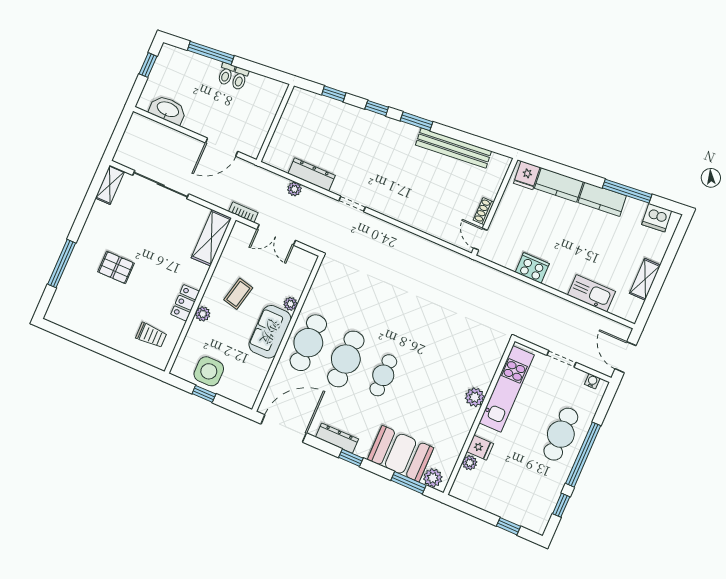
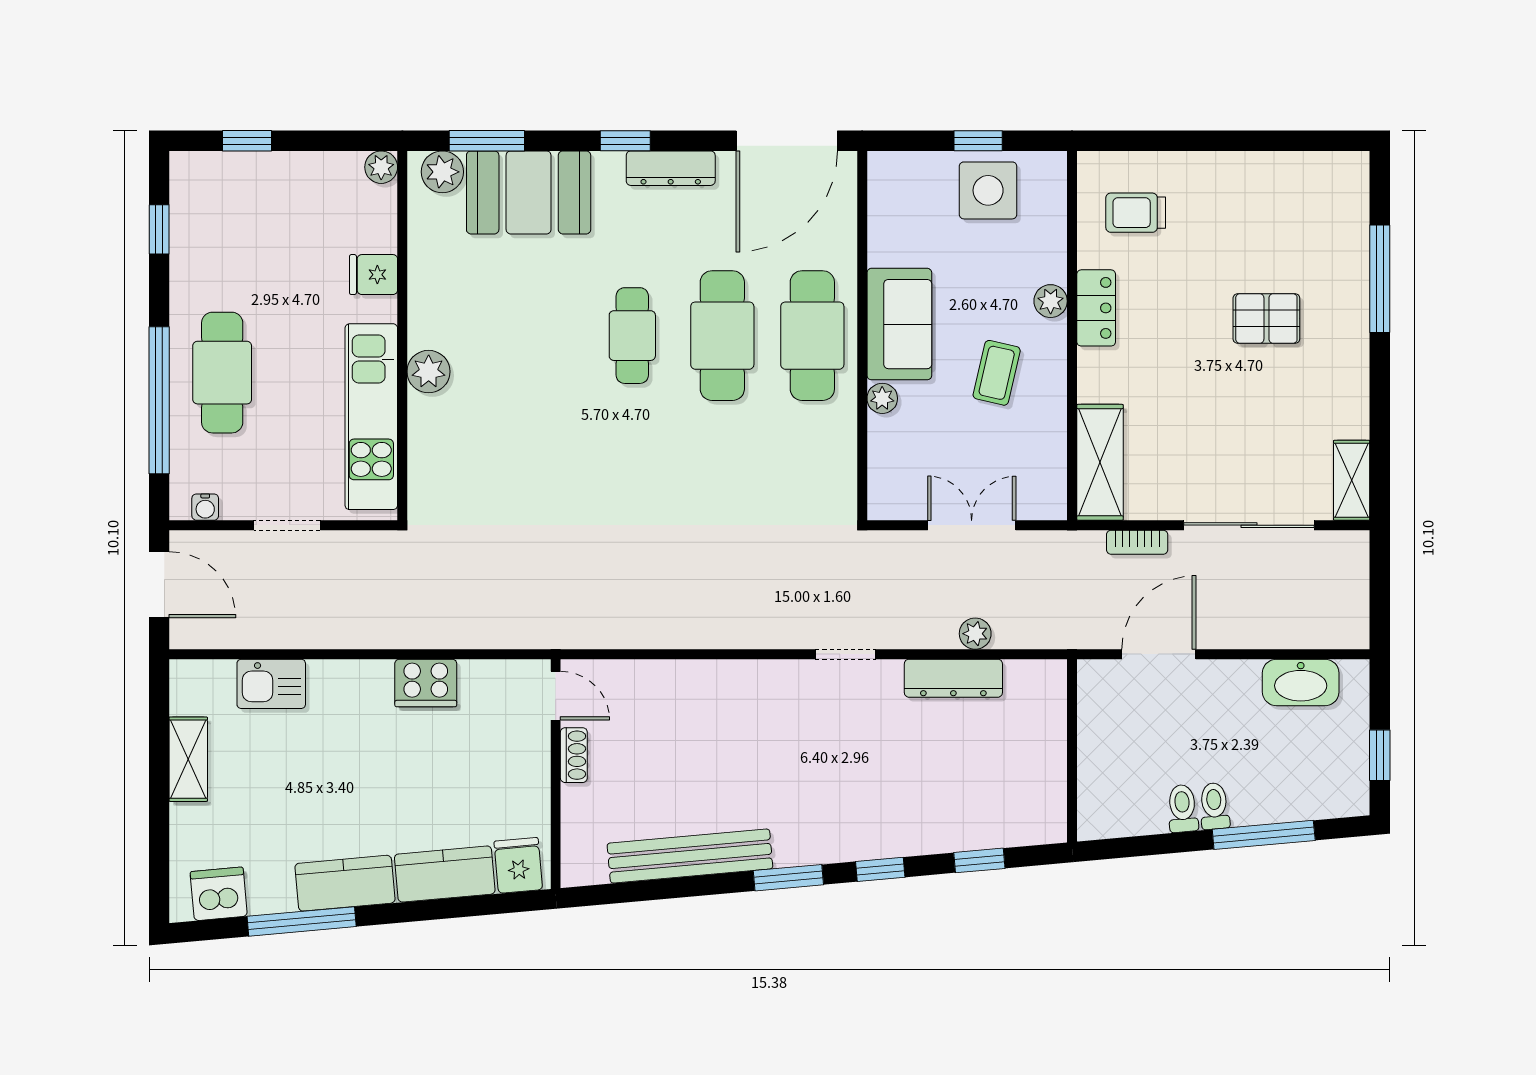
bookcase: (243, 212) -> (1137, 542), moved
kitchen sink: (591, 293) -> (271, 684), width x0.73
window: (583, 455) -> (159, 400), moved
plant: (470, 463) -> (381, 167), moved

